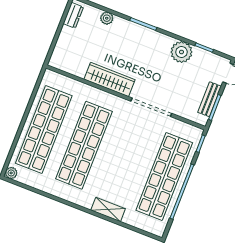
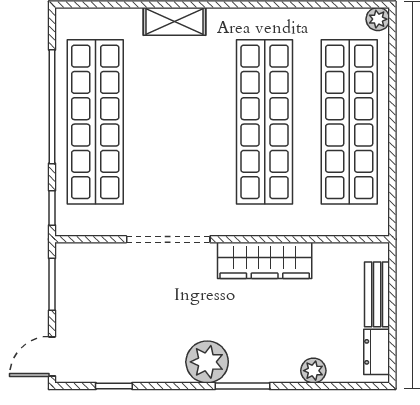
plant: (181, 52) -> (207, 362), moved
bench: (210, 99) -> (377, 294), moved

